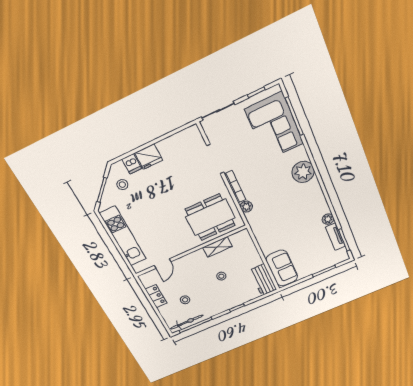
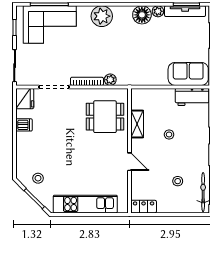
fridge: (149, 157) -> (25, 99), moved
dishwasher: (132, 164) -> (24, 125), moved
floor lamp: (319, 207) -> (142, 15), added
dining table: (210, 217) -> (105, 117), width x0.73
tv unit: (335, 237) -> (185, 11), width x1.41
door: (163, 264) -> (129, 162), moved
locker: (156, 296) -> (144, 207), moved

